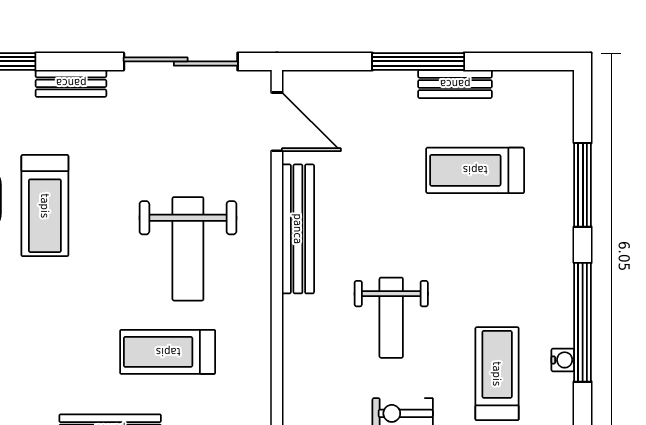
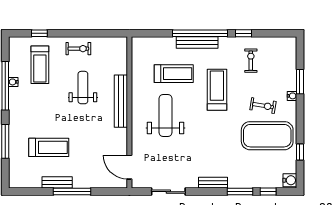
sliding door: (181, 61) -> (168, 192), width x0.73
treadmill: (45, 206) -> (217, 90), moved
bench: (298, 229) -> (121, 101), moved
water cooler: (563, 360) -> (13, 82), moved

